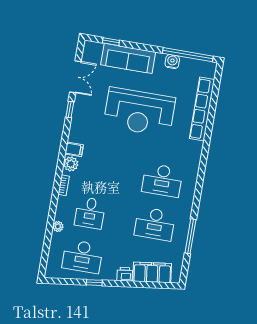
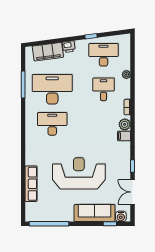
water cooler: (172, 62) -> (121, 216), moved
row of seats: (202, 109) -> (31, 184), width x0.73
desk: (155, 224) -> (52, 89), width x1.36, depth x1.30

